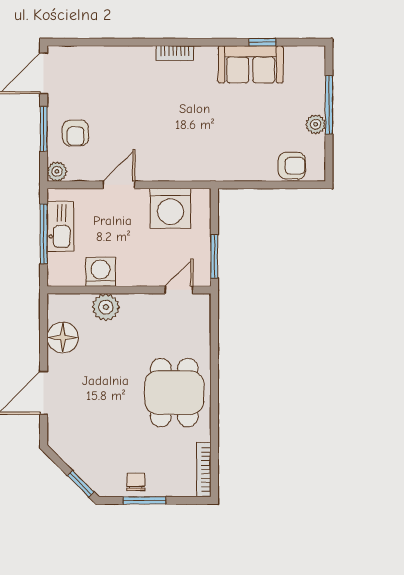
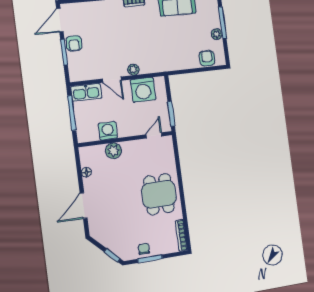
armchair: (75, 133) -> (74, 43), moved
armchair: (292, 166) -> (207, 58), turned -90
plant: (57, 171) -> (133, 70), moved
door: (119, 185) -> (112, 80), swing flipped
kitchen sink: (60, 226) -> (86, 92), moved, turned 90
floor lamp: (63, 338) -> (86, 172), width x0.53, depth x0.53

